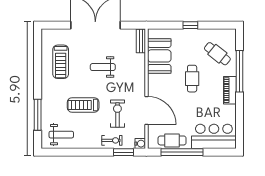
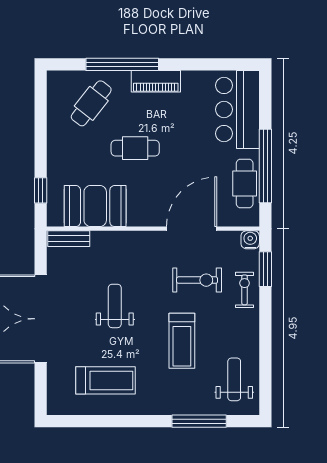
window: (190, 25) -> (41, 190), moved
weight bench: (103, 67) -> (115, 306), turned 180
exercise bike: (117, 114) -> (197, 280), turned 180

